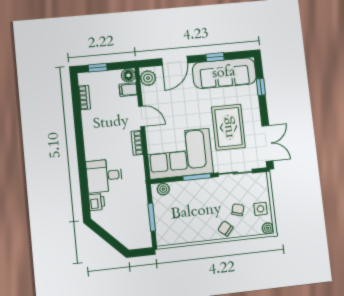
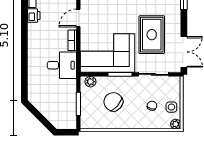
door: (142, 116) -> (78, 18), swing flipped
desk: (104, 176) -> (62, 65), moved, turned 180
printer: (97, 202) -> (34, 16), moved
chair: (225, 228) -> (113, 102), moved, width x1.87, depth x1.87

